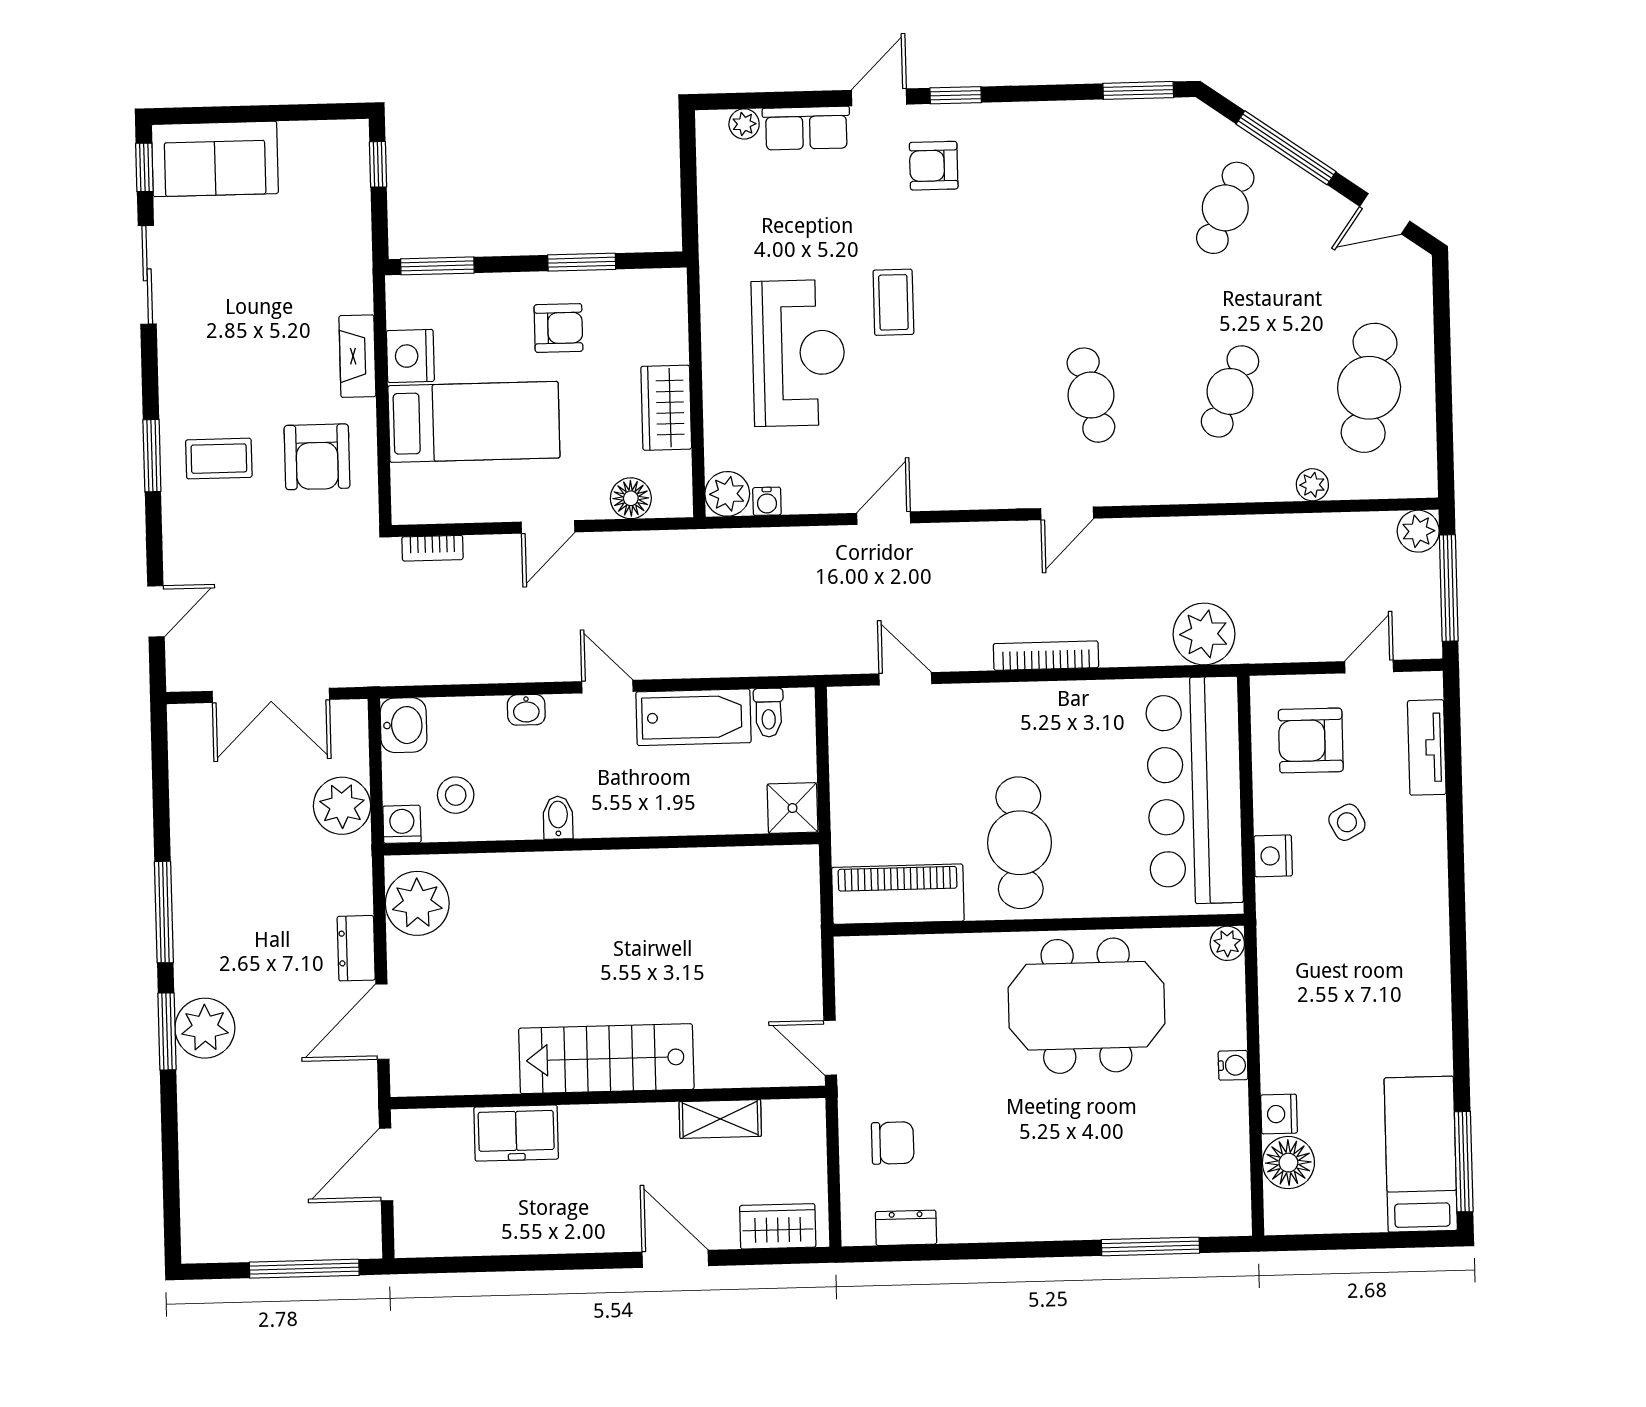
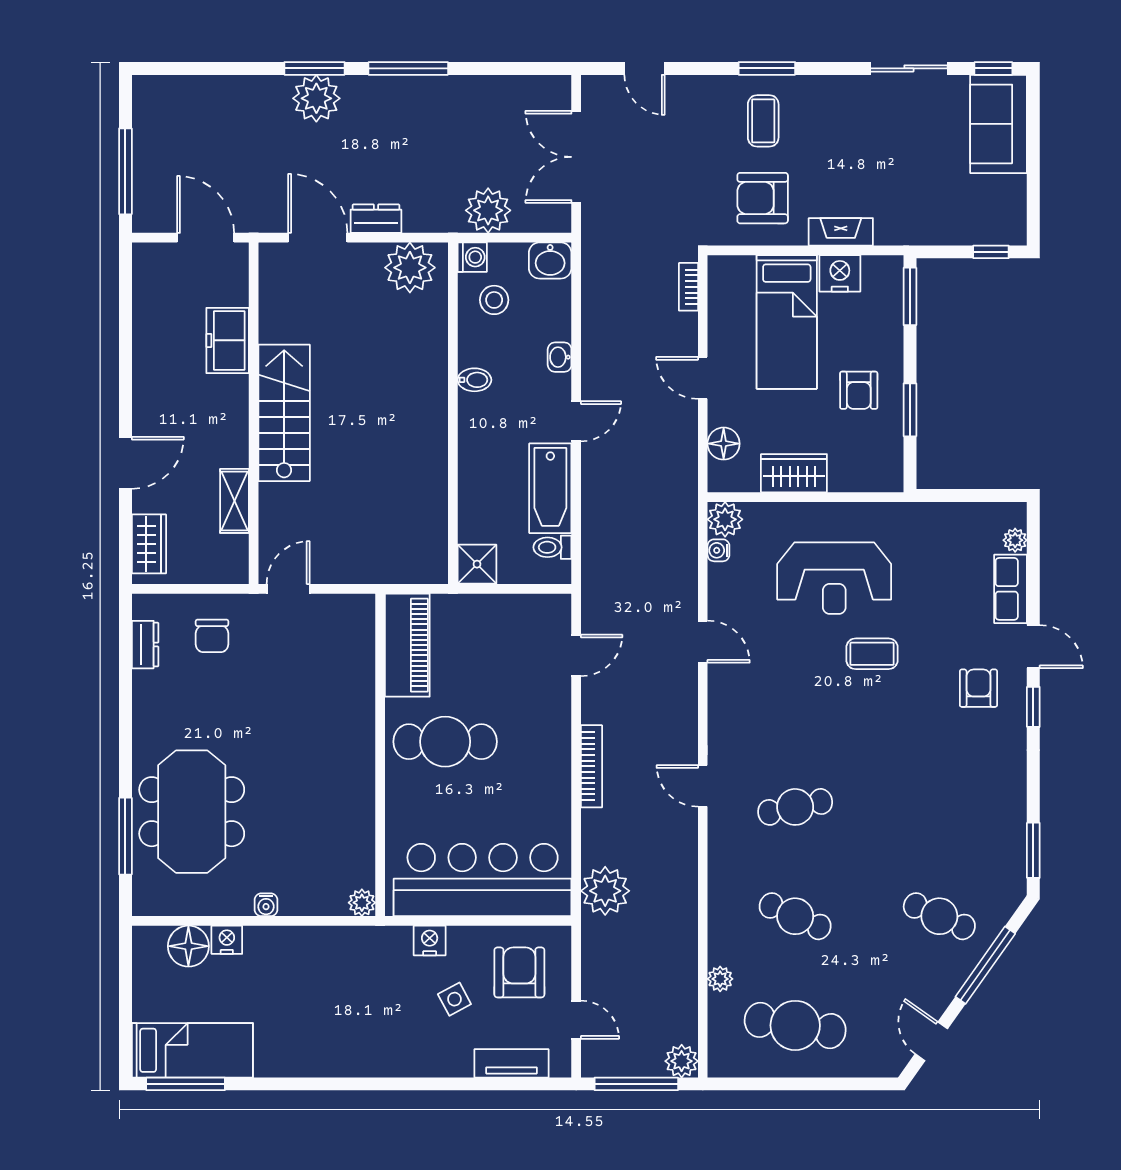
meeting table: (1086, 1006) -> (192, 812), moved

